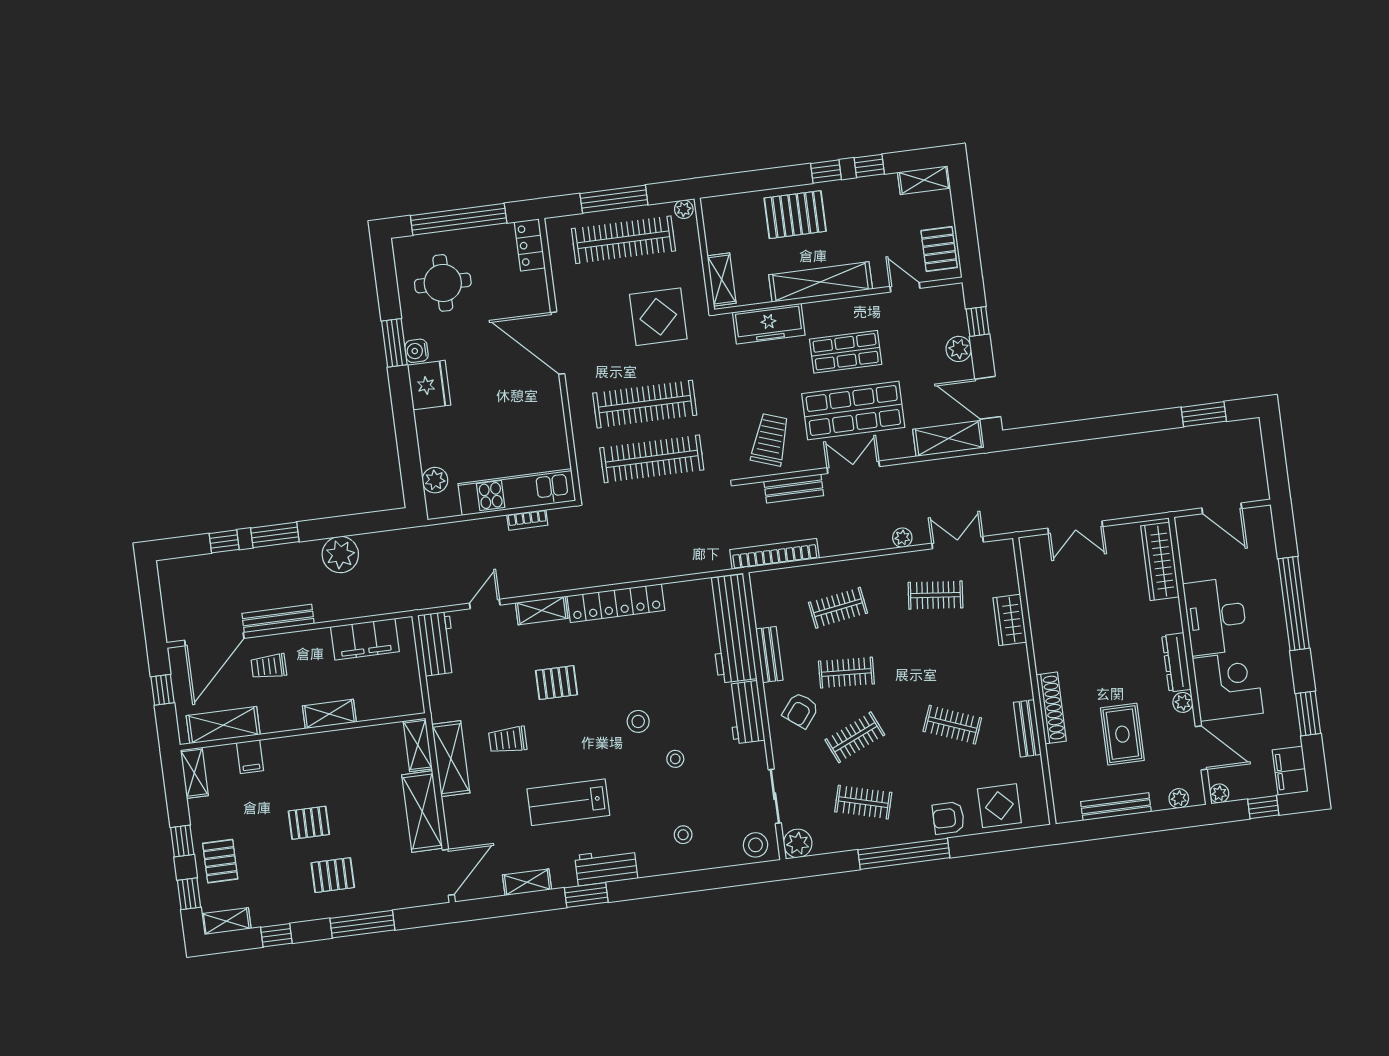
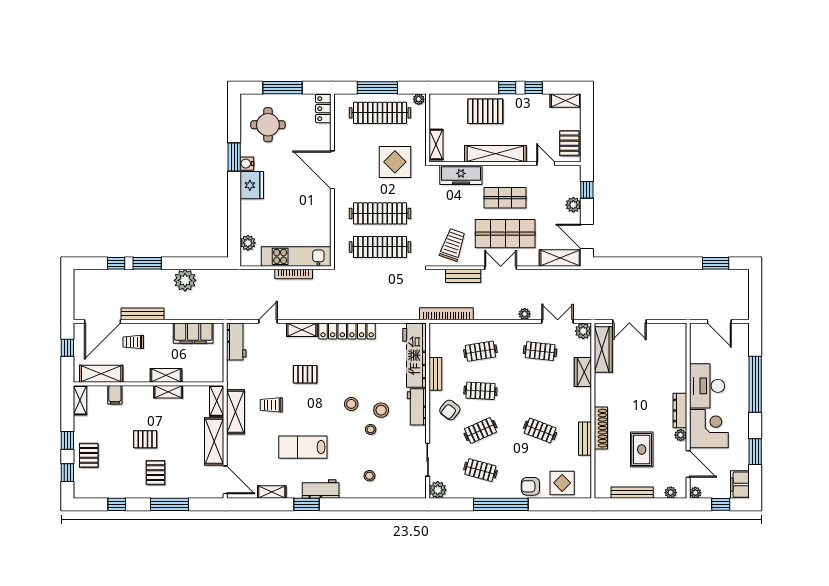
window: (459, 219) -> (282, 88), width x0.68
bookcase: (527, 520) -> (294, 274), width x1.56
plant: (1002, 553) -> (583, 331), added
wardrobe: (1160, 561) -> (603, 350), moved, turned 180
stool: (755, 845) -> (381, 410), moved
door: (448, 872) -> (225, 480), hinge flipped
pallet: (333, 875) -> (155, 473), turned 90
shelving: (226, 921) -> (168, 392), moved

